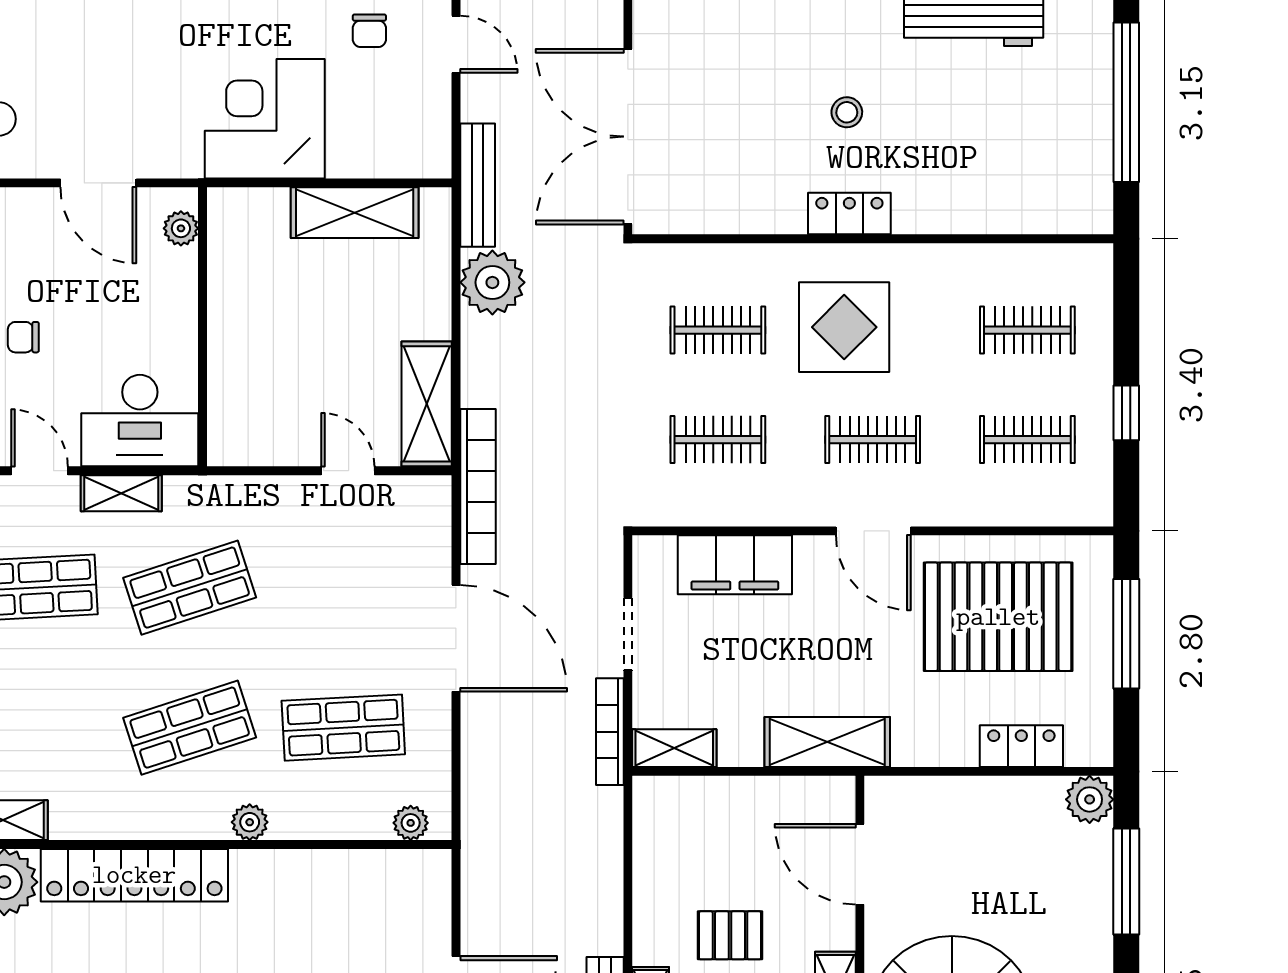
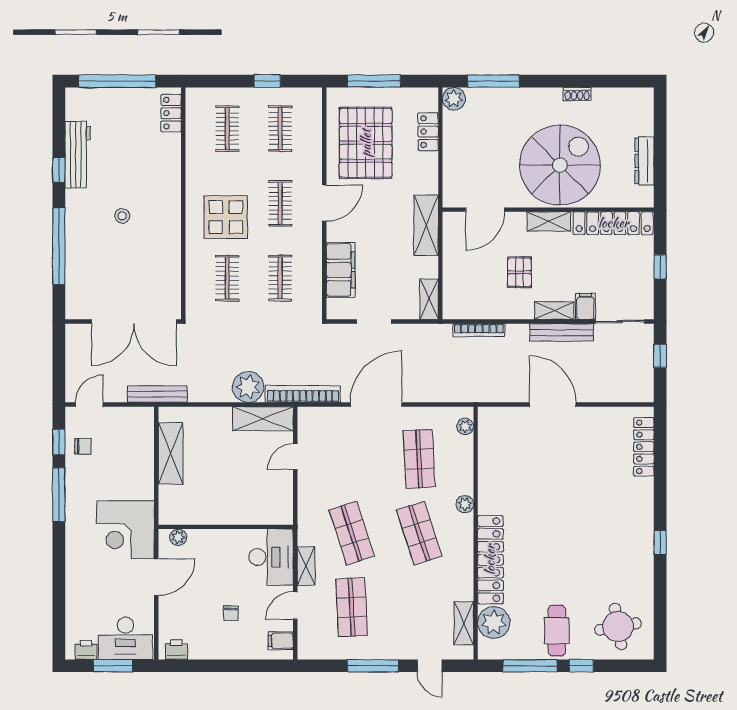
corner desk: (265, 119) -> (125, 530), moved
locker: (849, 214) -> (171, 113), moved
plant: (492, 282) -> (248, 387), moved
bookcase: (610, 732) -> (479, 330), moved

